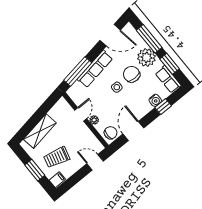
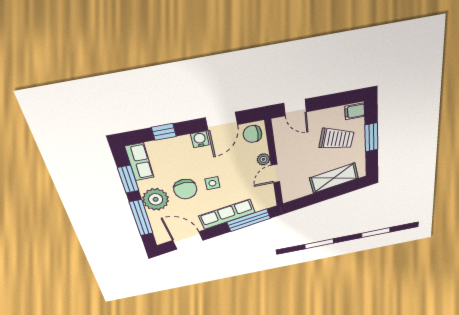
water cooler: (155, 100) -> (200, 139), moved

